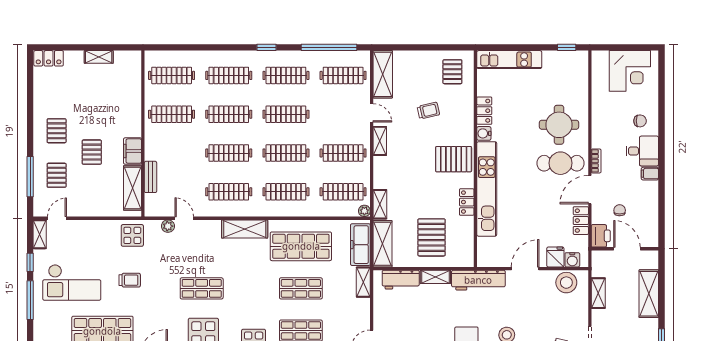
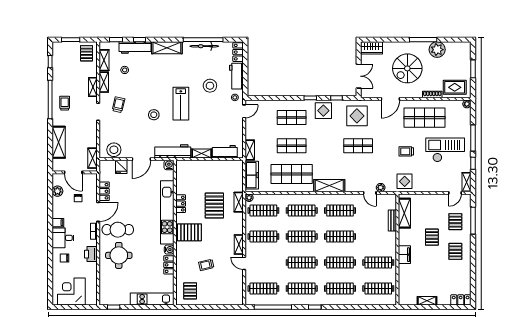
shelving: (383, 74) -> (237, 289), removed
filing cabinet: (133, 151) -> (404, 255), moved
plant: (651, 221) -> (57, 191), added
printer: (601, 236) -> (91, 254), moved
pallet: (432, 237) -> (214, 206), moved
shelving: (383, 244) -> (237, 176), removed
water cooler: (572, 260) -> (169, 165), moved
shelving: (598, 293) -> (92, 158), moved

